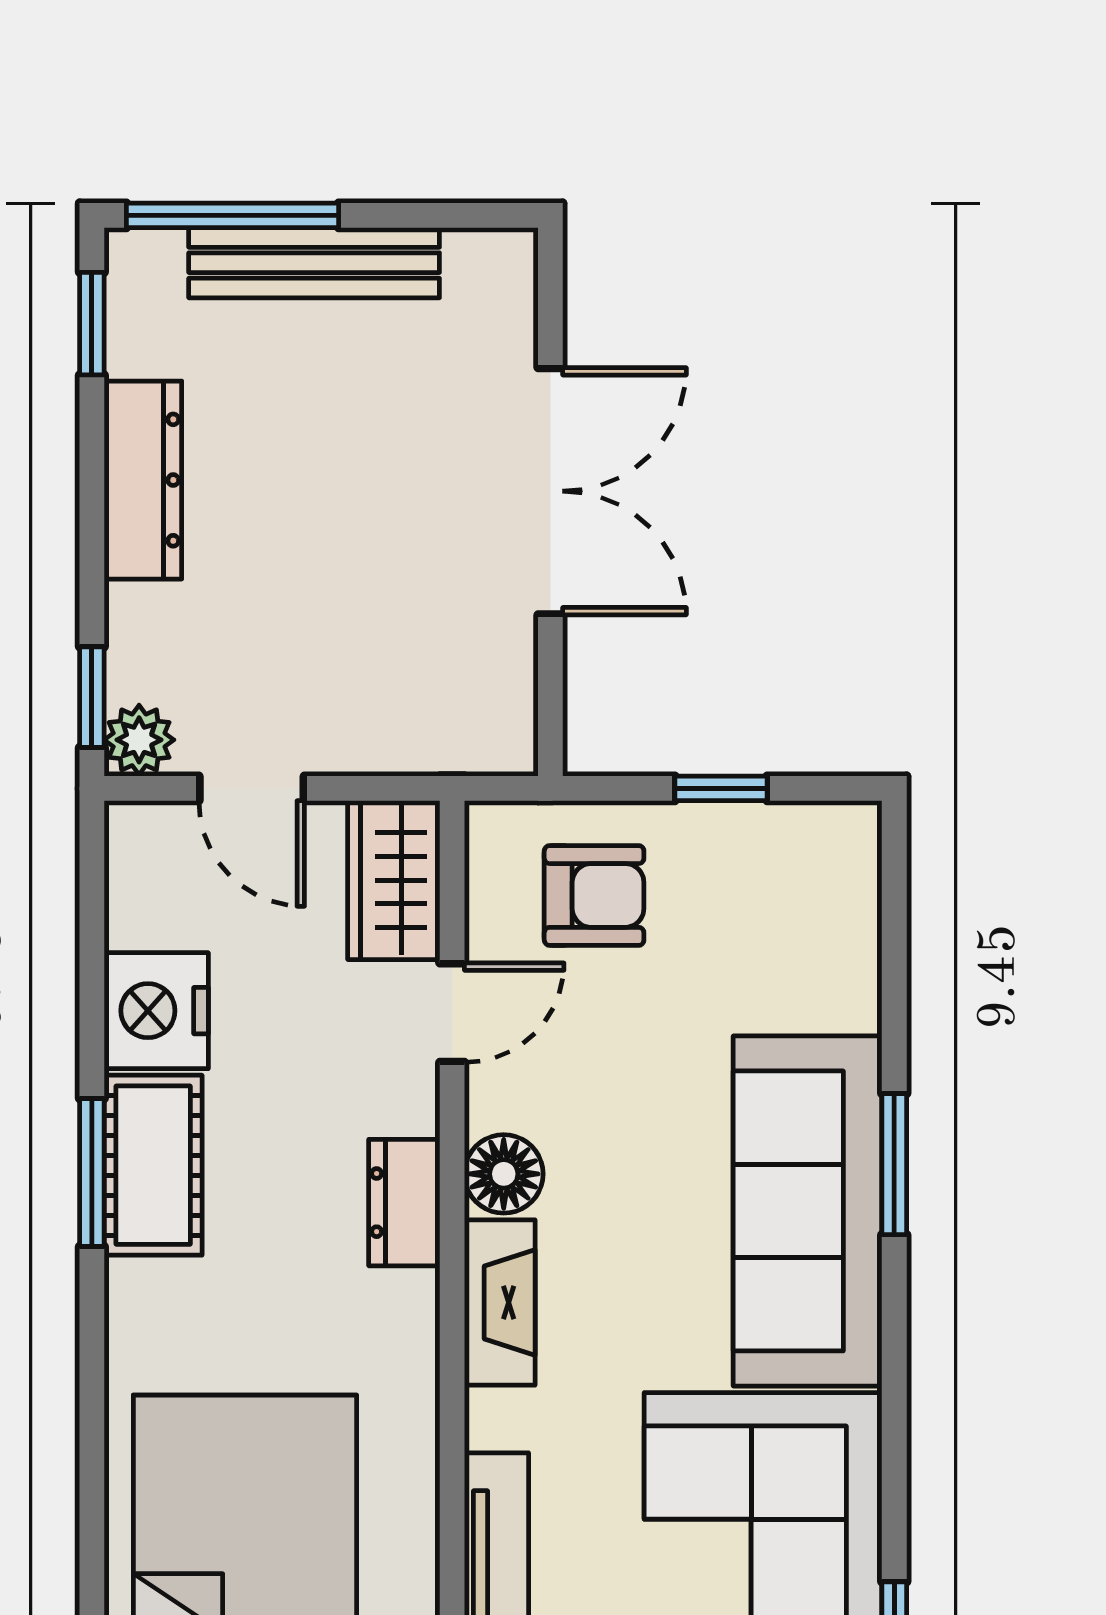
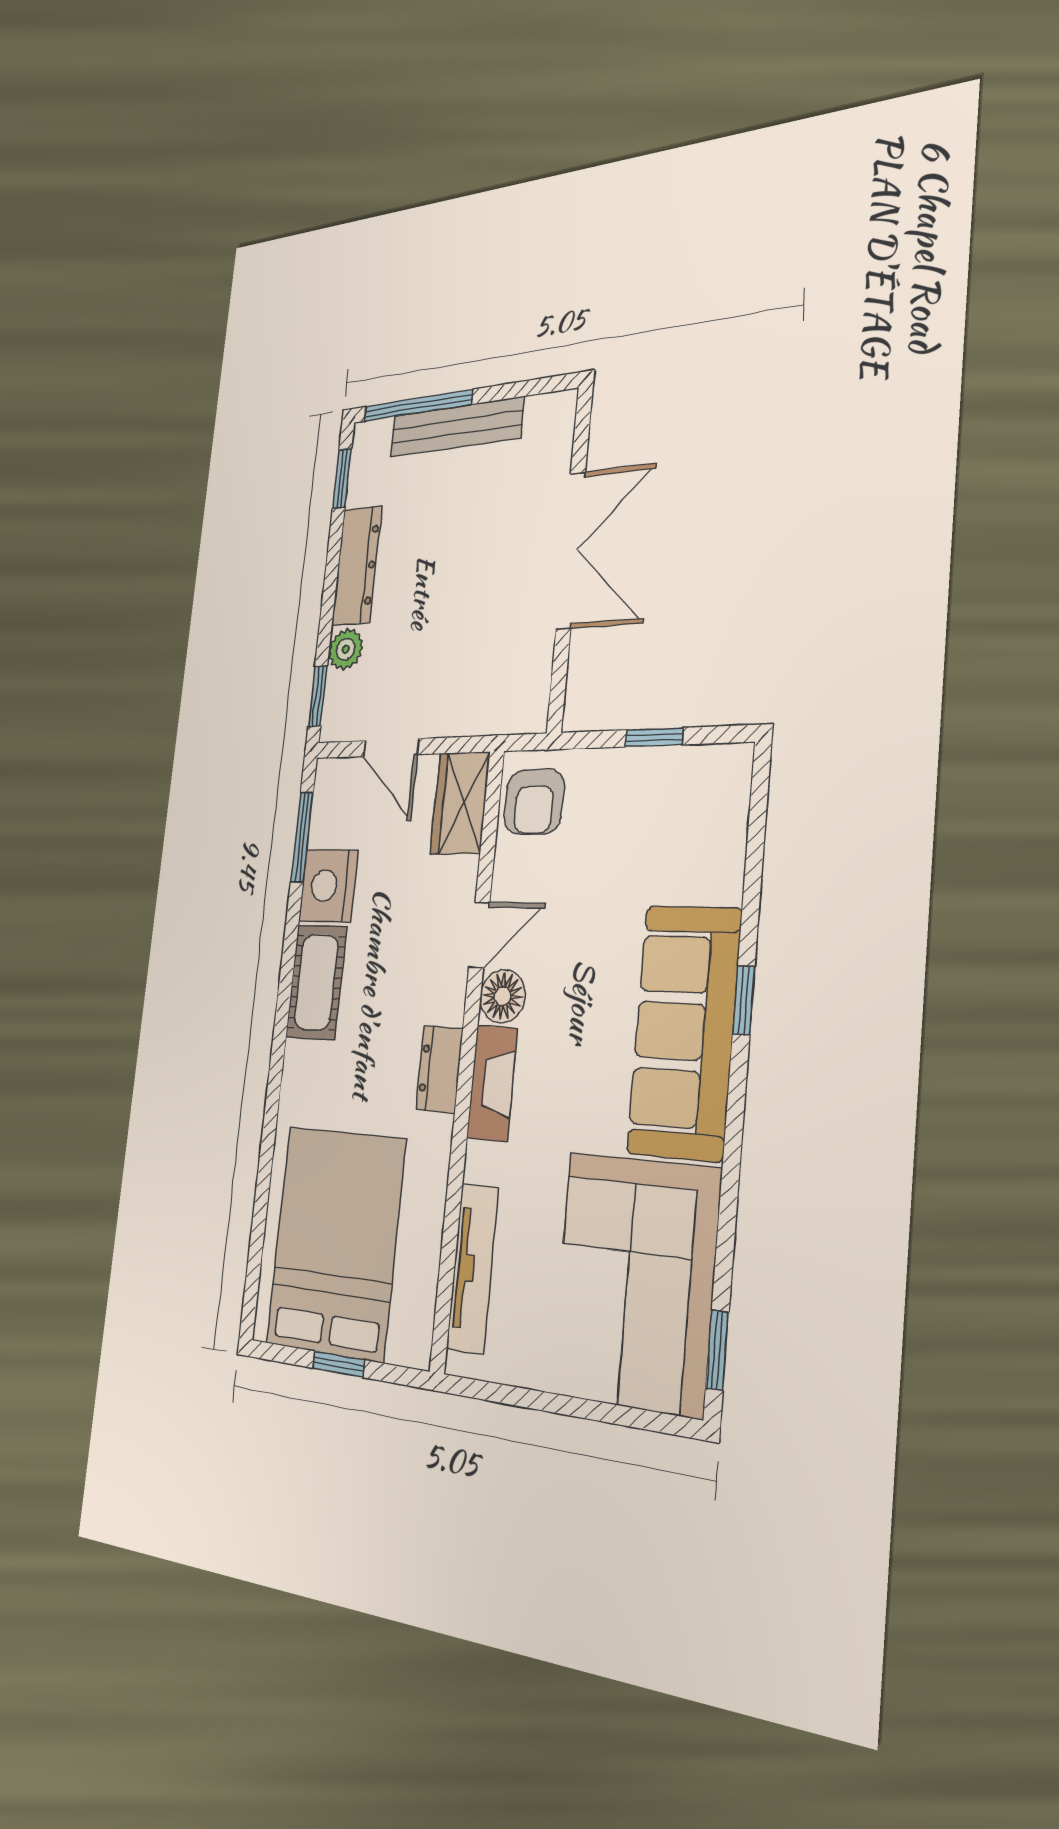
plant: (139, 740) -> (346, 649), moved
armchair: (594, 895) -> (534, 802), moved, turned 90
door: (452, 1013) -> (479, 935), moved
window: (894, 1164) -> (744, 1000), width x0.67
window: (92, 1172) -> (302, 837), moved
dresser: (404, 1203) -> (440, 1069), moved

